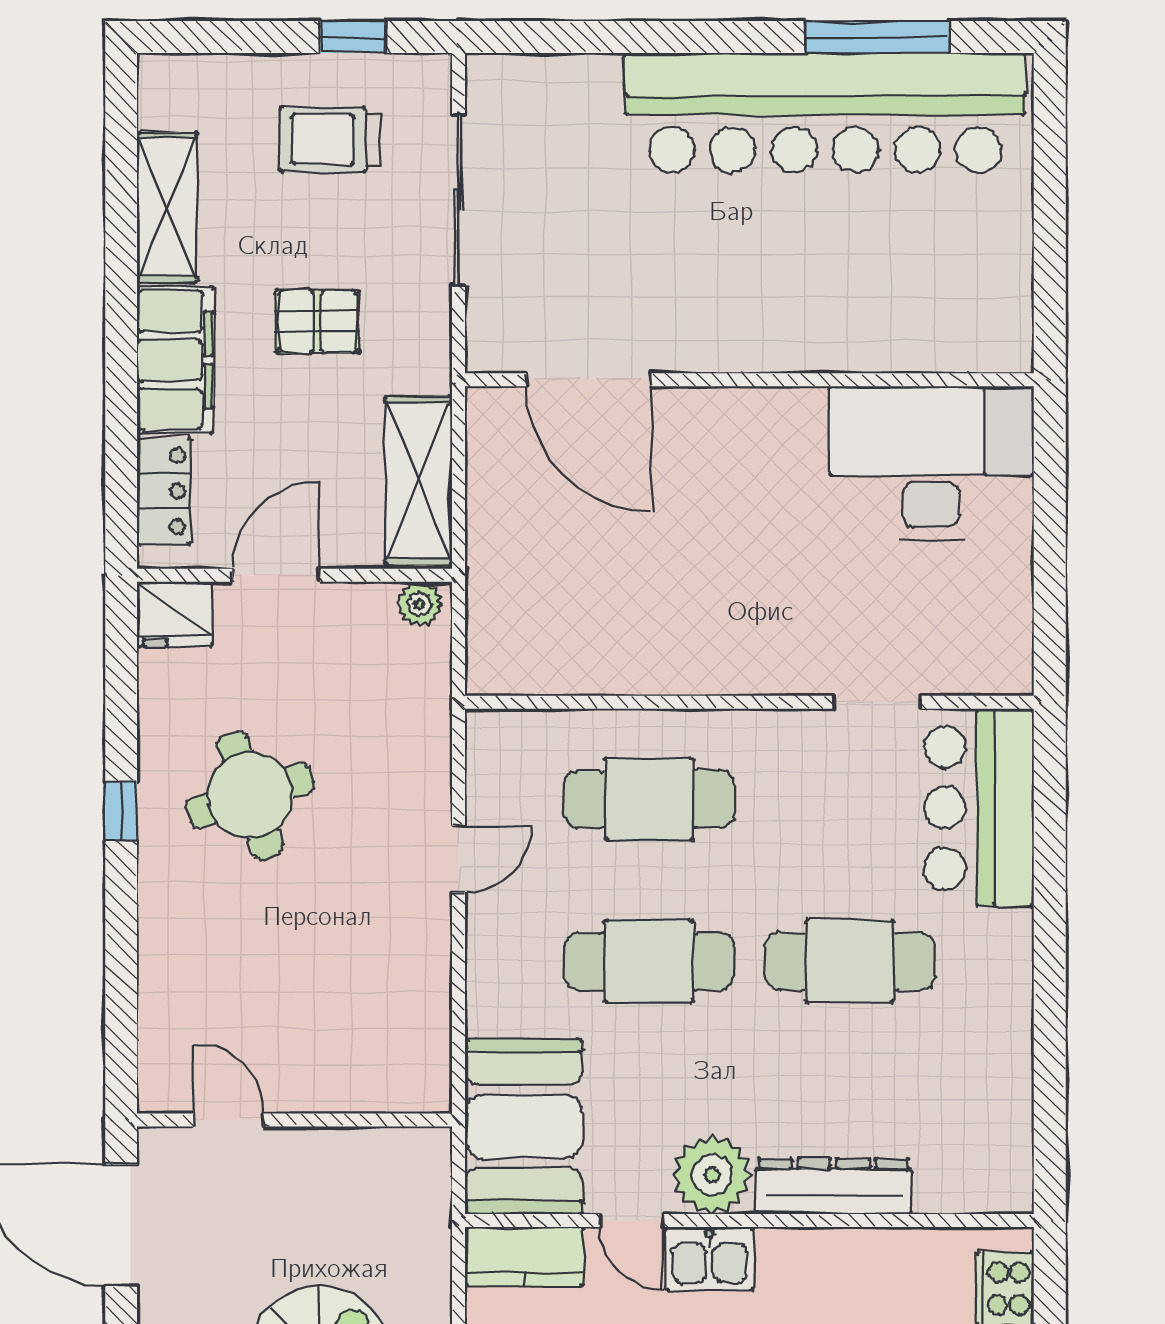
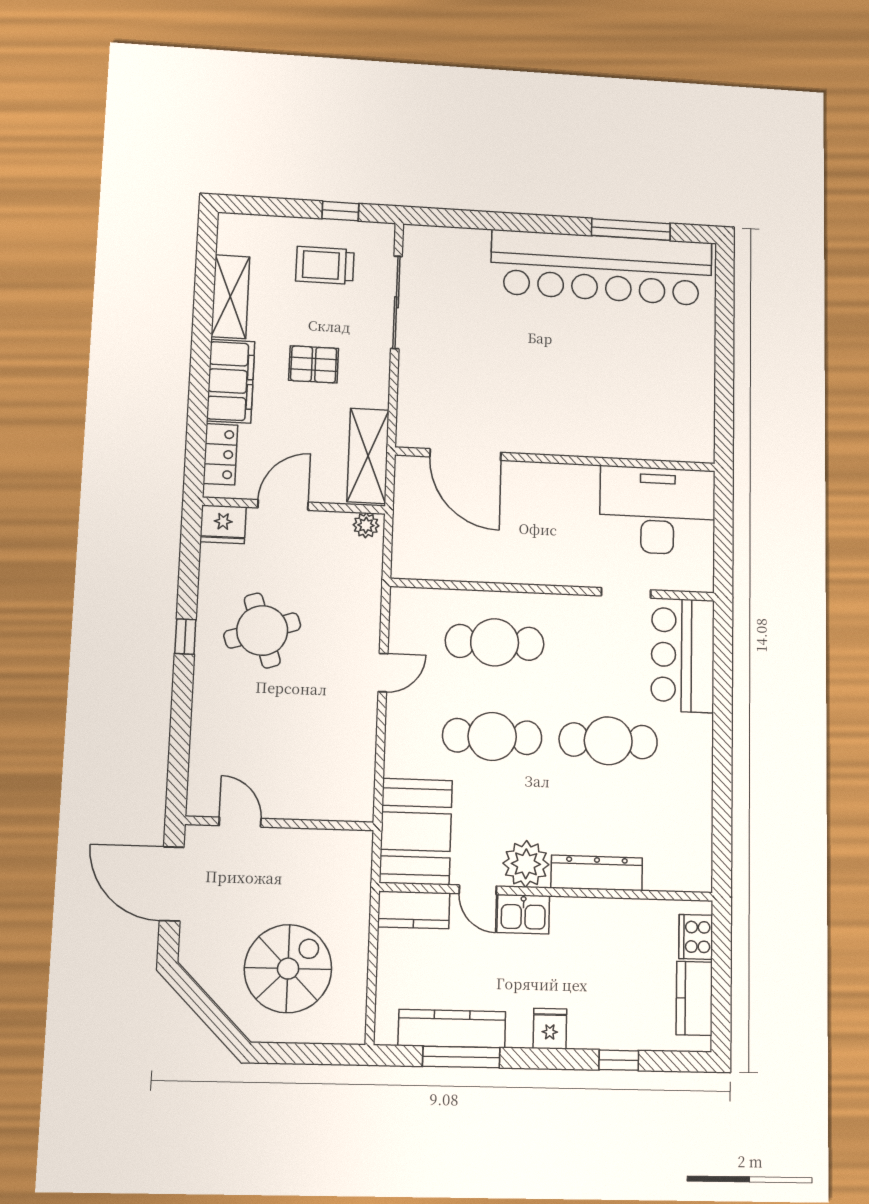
door: (589, 380) -> (465, 455), moved
wall: (749, 380) -> (556, 459), moved
desk: (931, 463) -> (657, 510), moved

